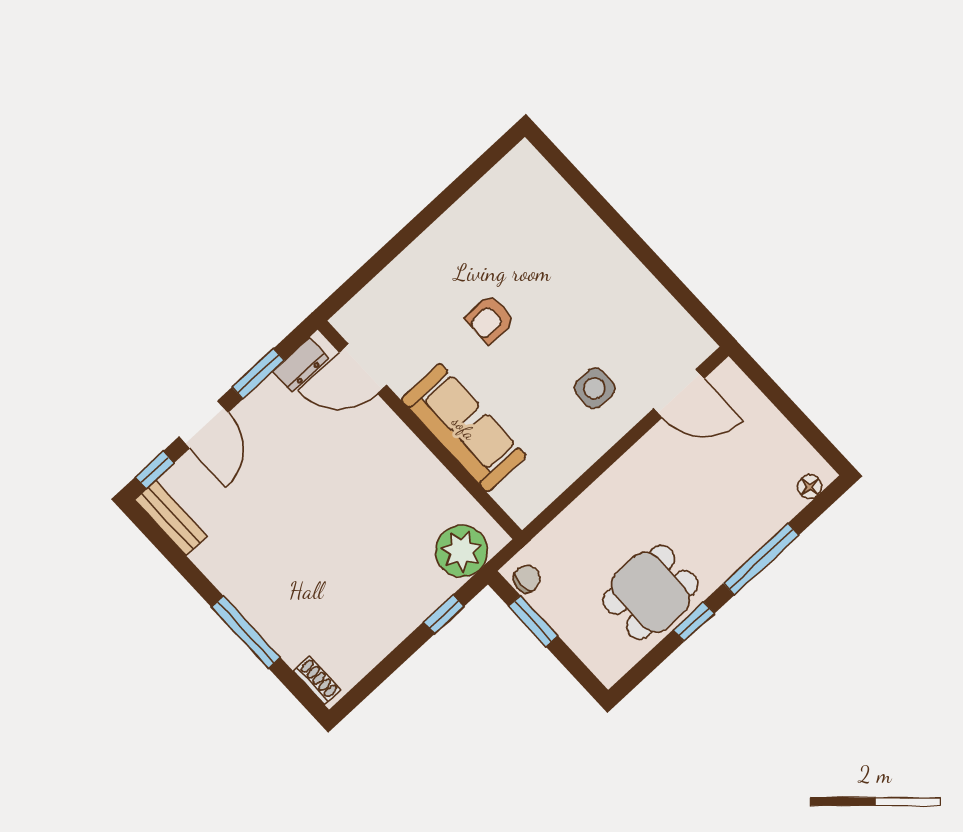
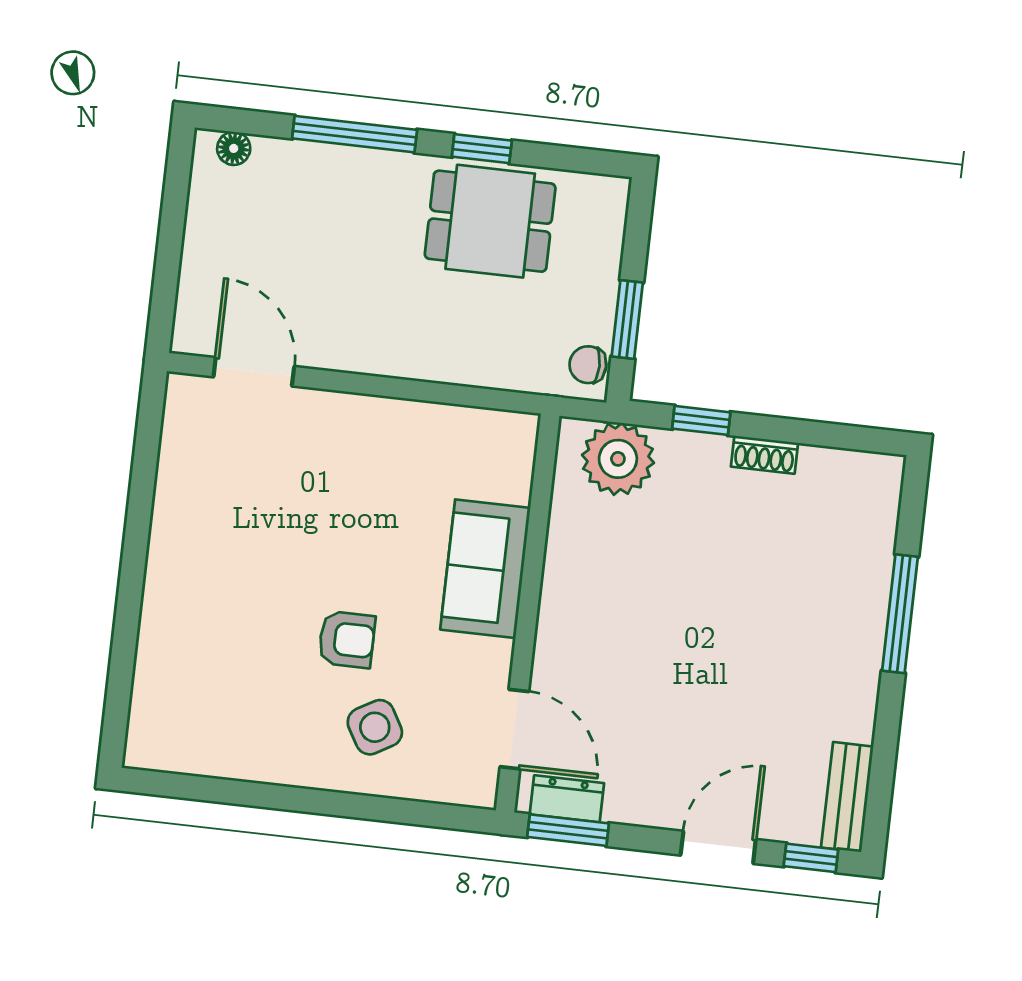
window: (258, 374) -> (568, 830), moved
side table: (595, 388) -> (375, 727), moved, turned -30
sofa: (464, 428) -> (485, 569), width x0.73
shoe rack: (317, 680) -> (764, 455), moved, turned -90

